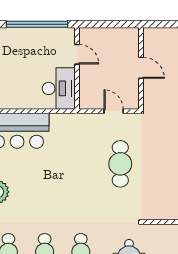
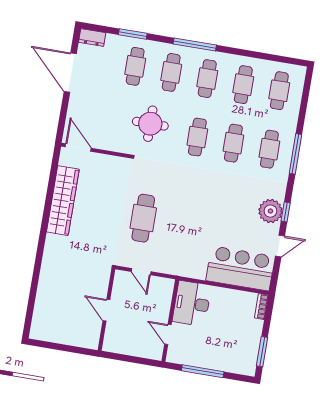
window: (37, 24) -> (203, 371), width x0.68

